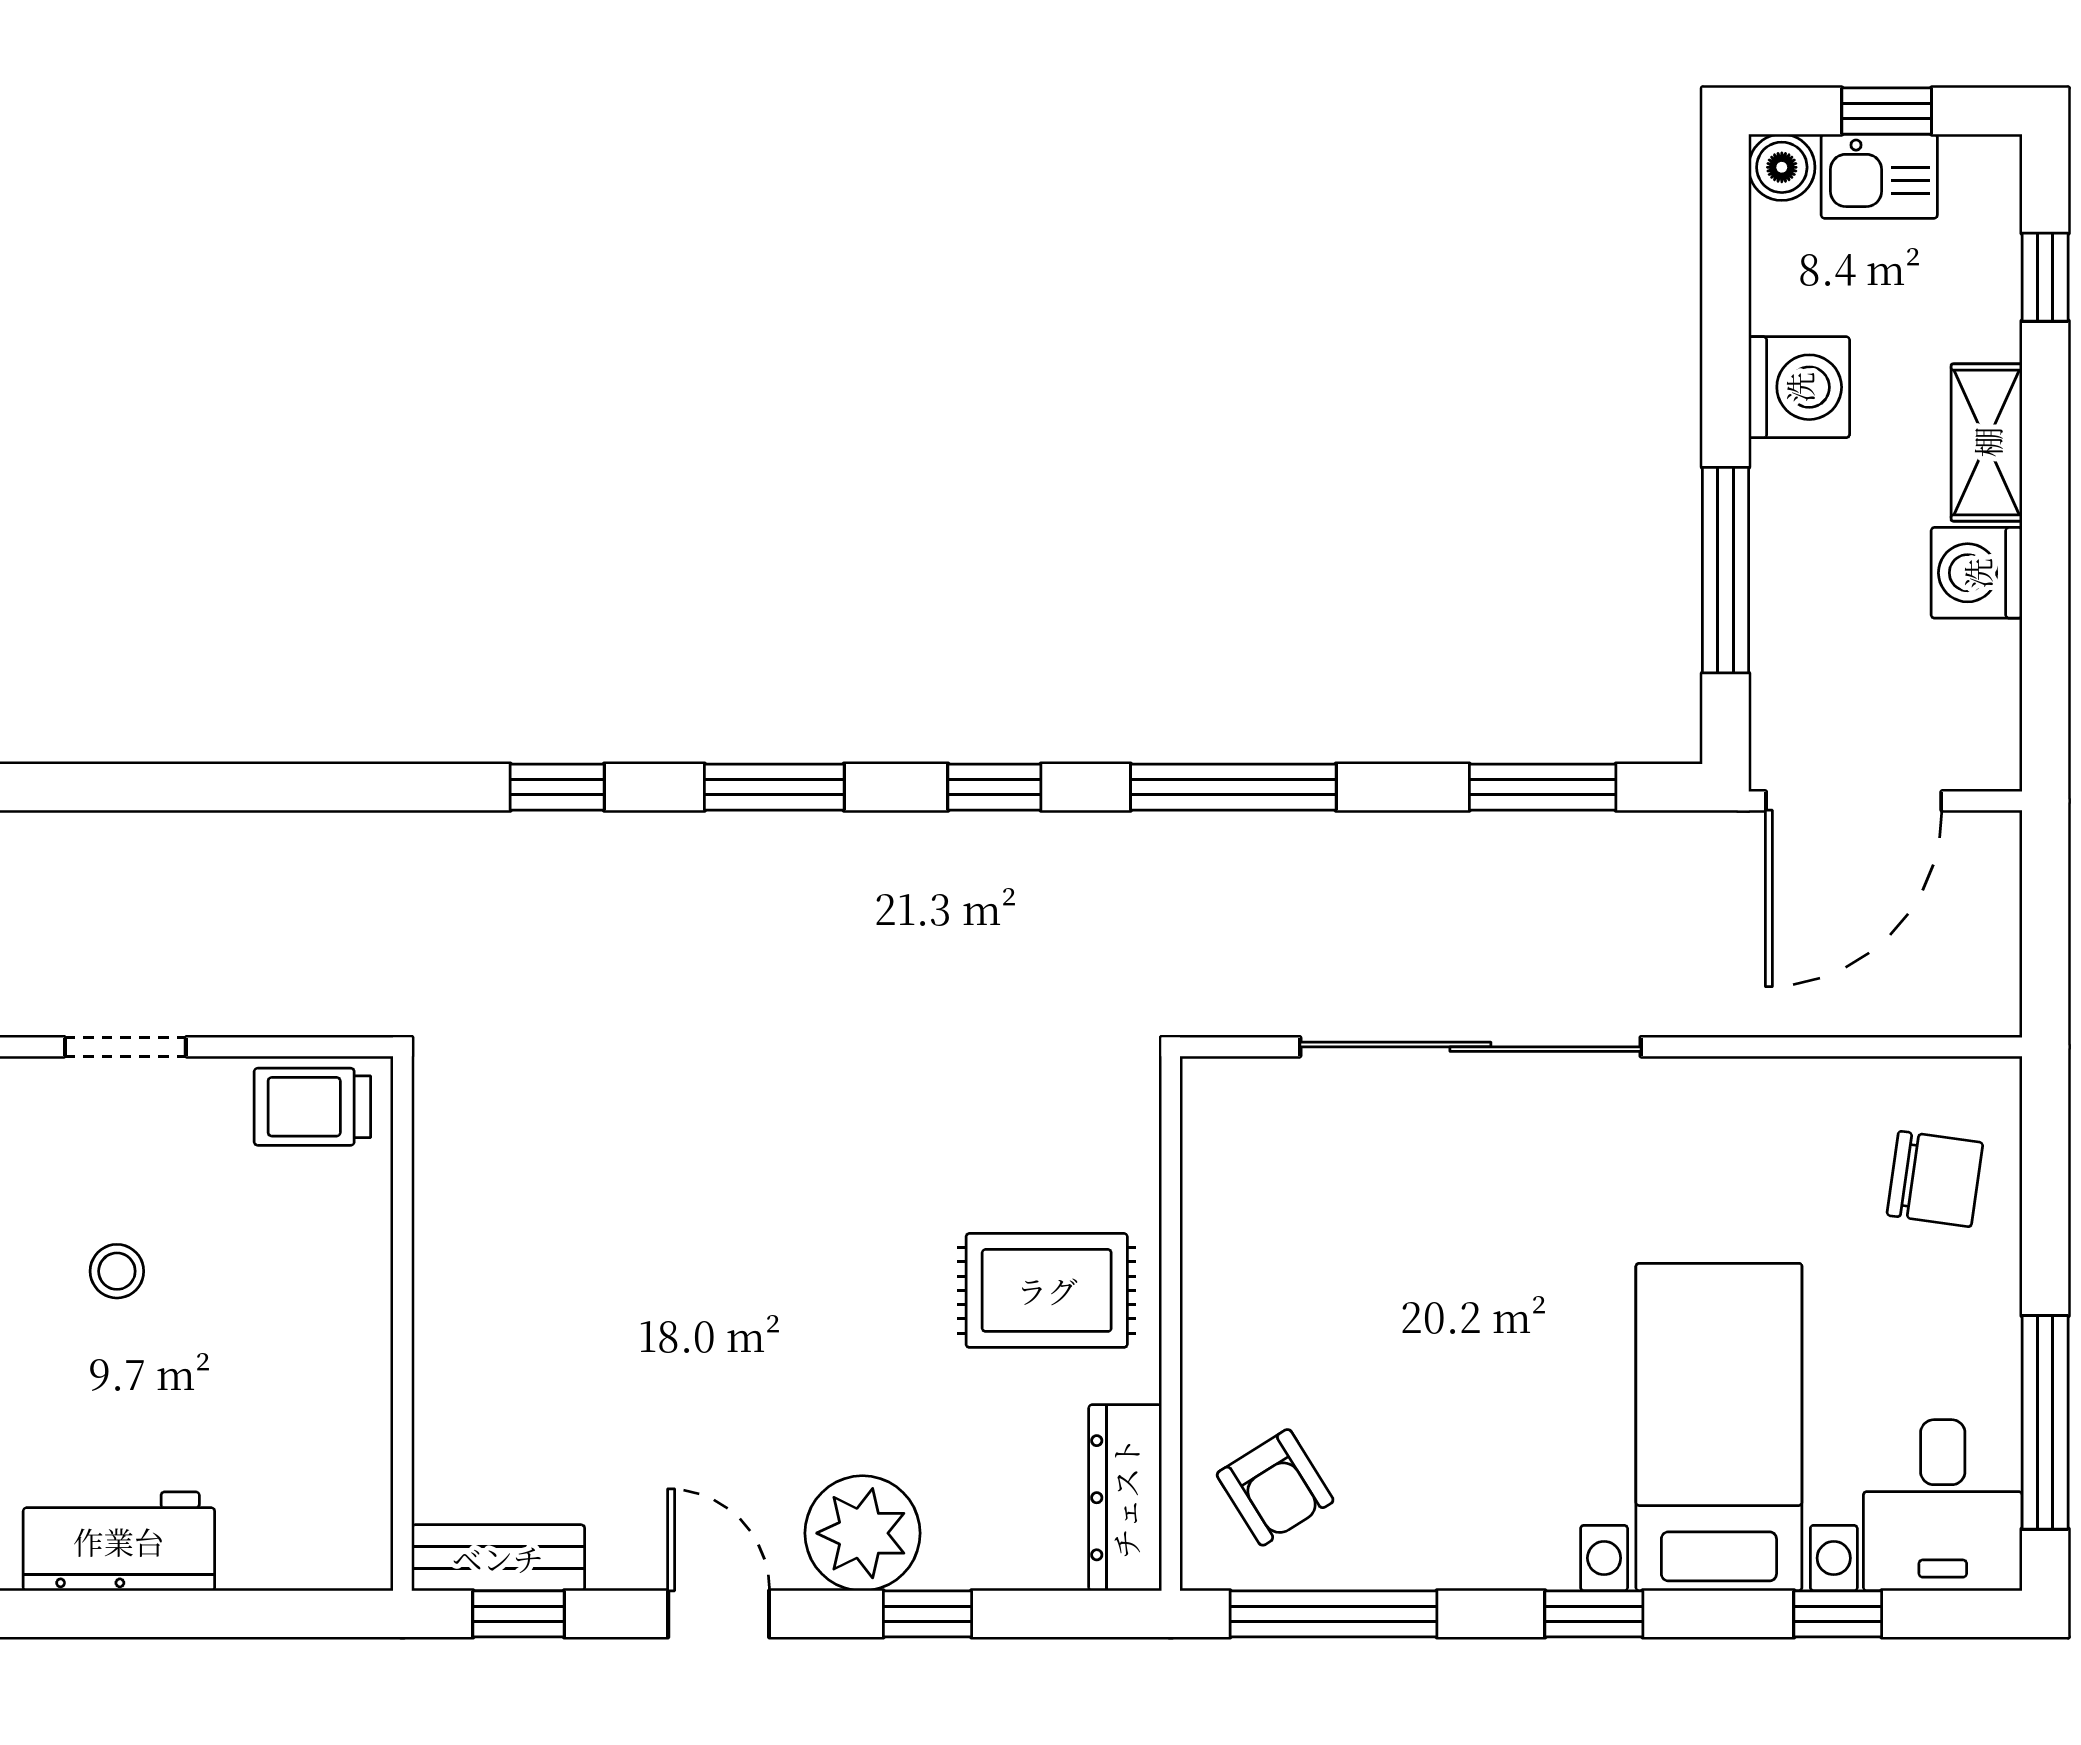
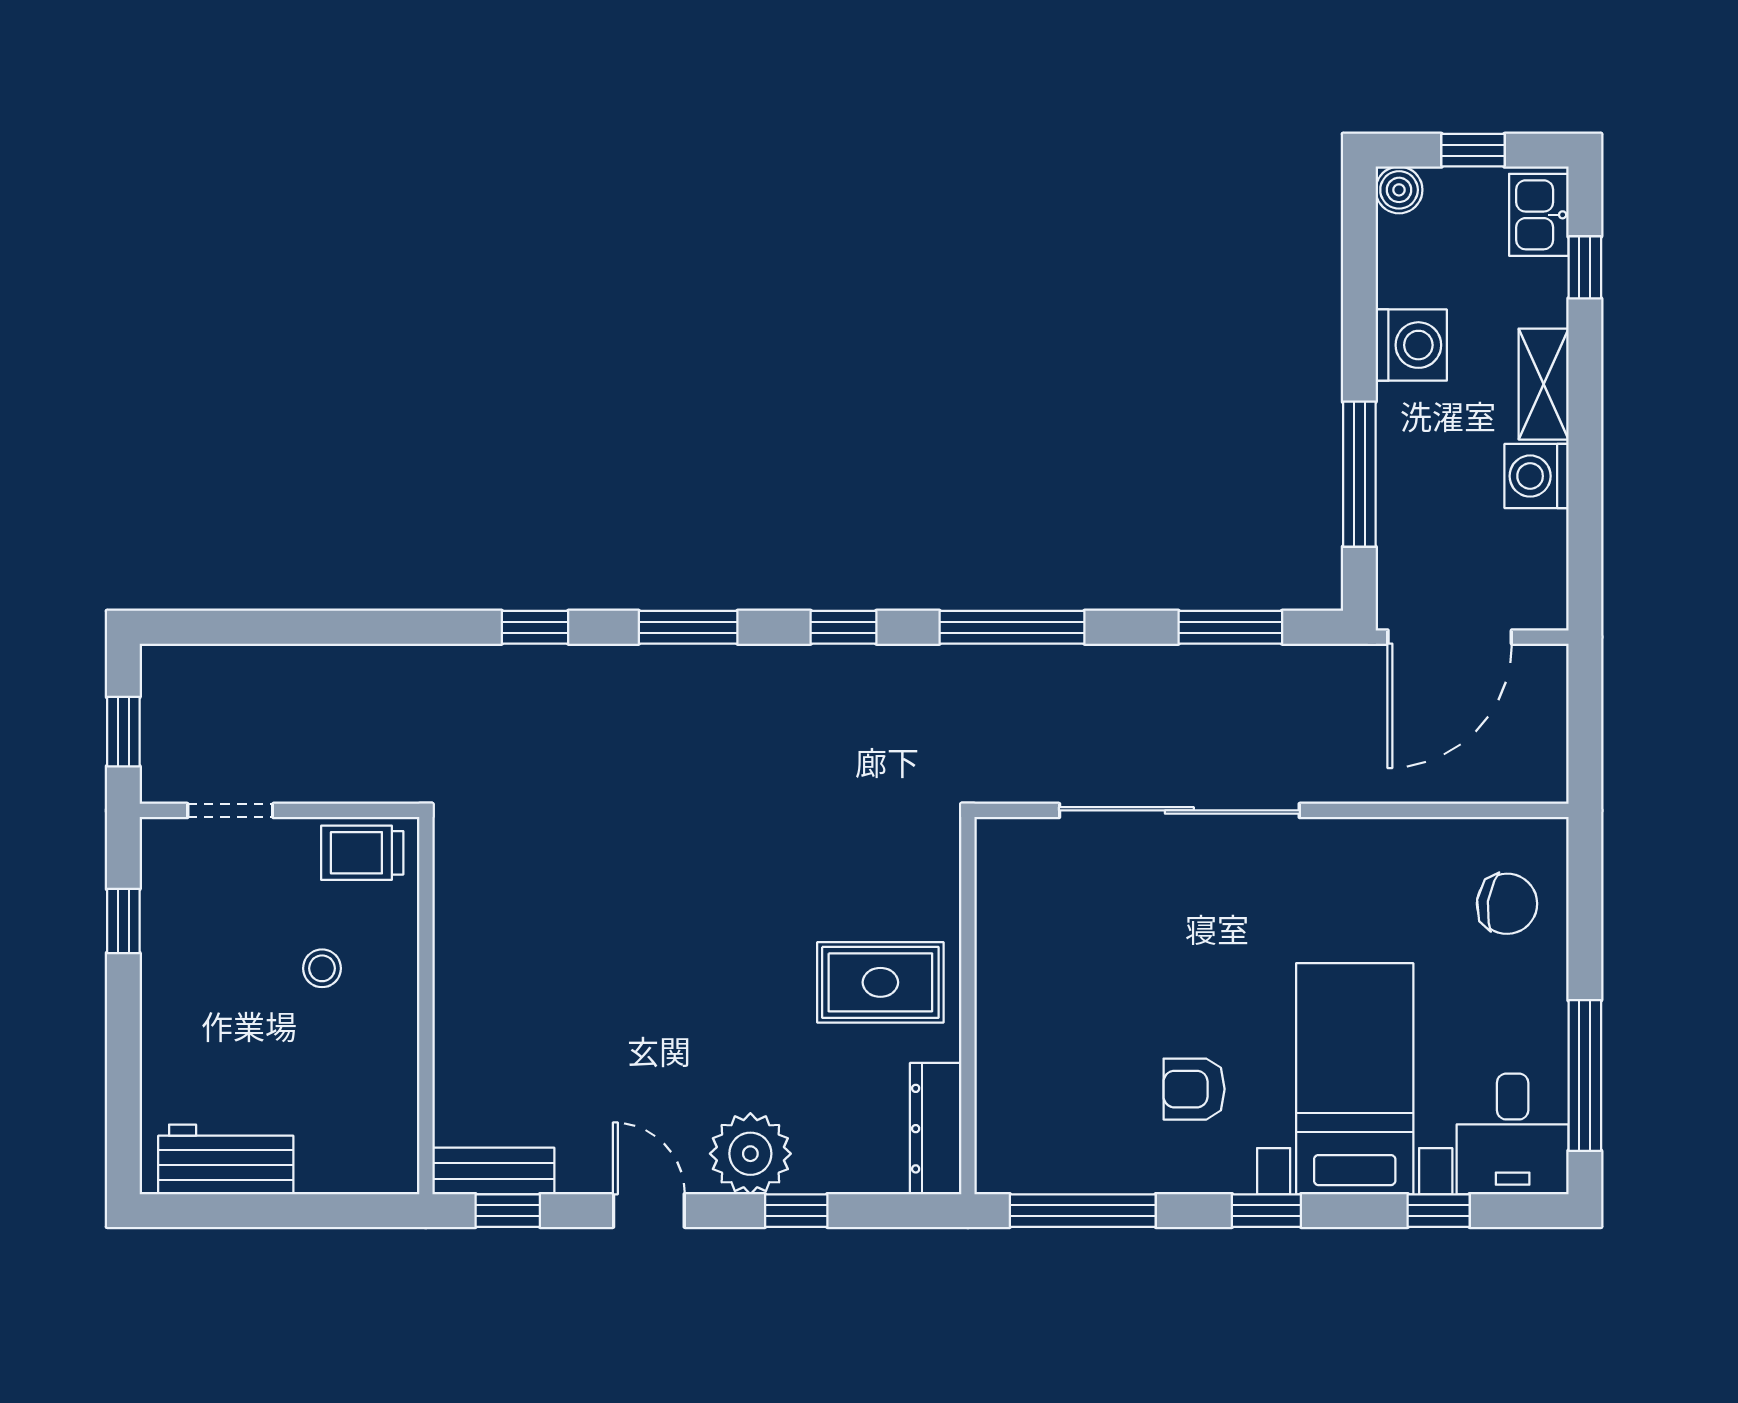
kitchen sink: (1879, 176) -> (1539, 215), moved, turned 90
stool: (117, 1271) -> (322, 968), moved
armchair: (1275, 1487) -> (1194, 1089), moved, turned 122

